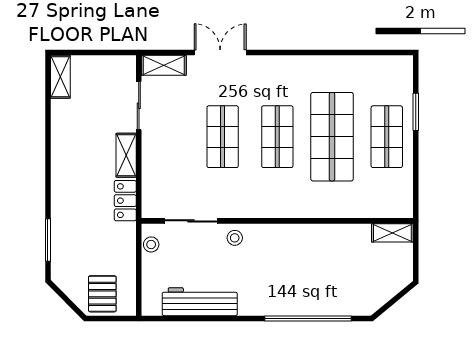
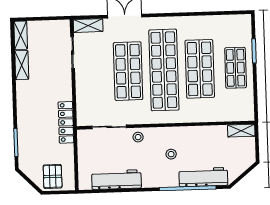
shop shelf: (223, 137) -> (128, 71), width x1.43, depth x1.36
shop shelf: (277, 137) -> (164, 70), width x2.00, depth x1.36
shelving: (126, 155) -> (22, 65), moved
locker: (125, 201) -> (66, 122), width x1.53
stool: (151, 244) -> (171, 154), moved
workbench: (332, 302) -> (203, 177), added

